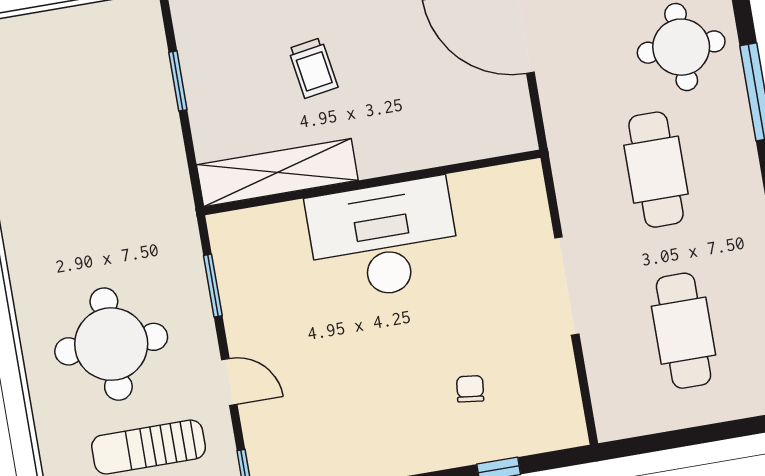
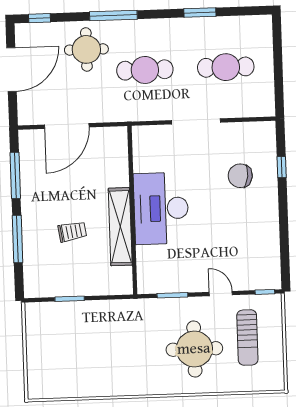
shelving: (277, 173) -> (120, 227), moved
door: (229, 382) -> (221, 294), hinge flipped
chair: (470, 389) -> (240, 176), width x1.87, depth x1.87

